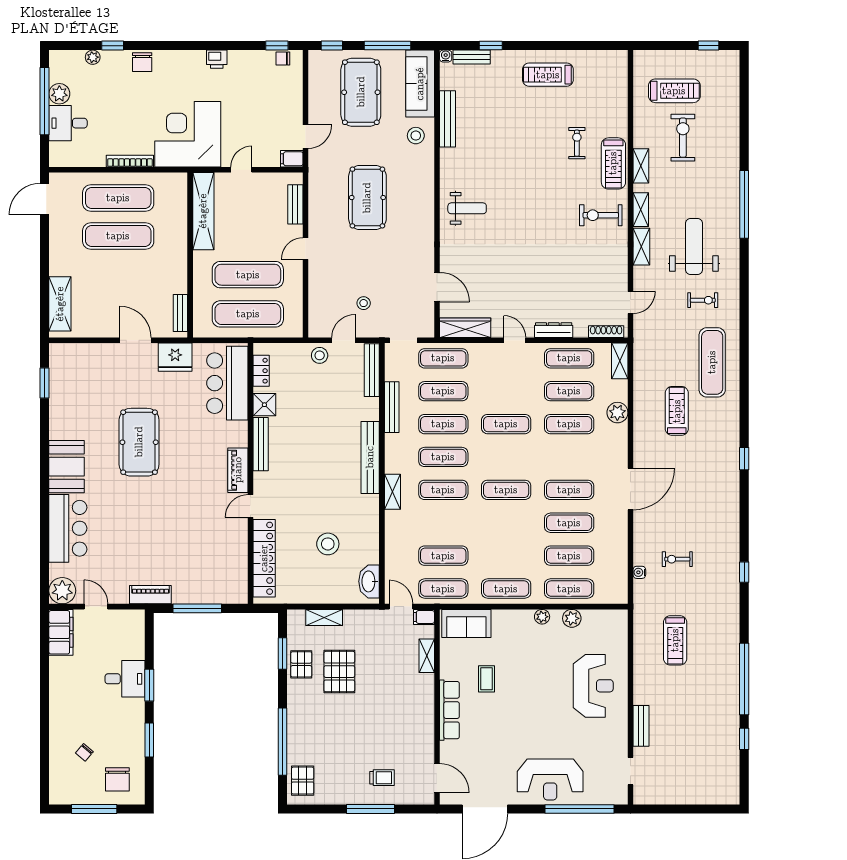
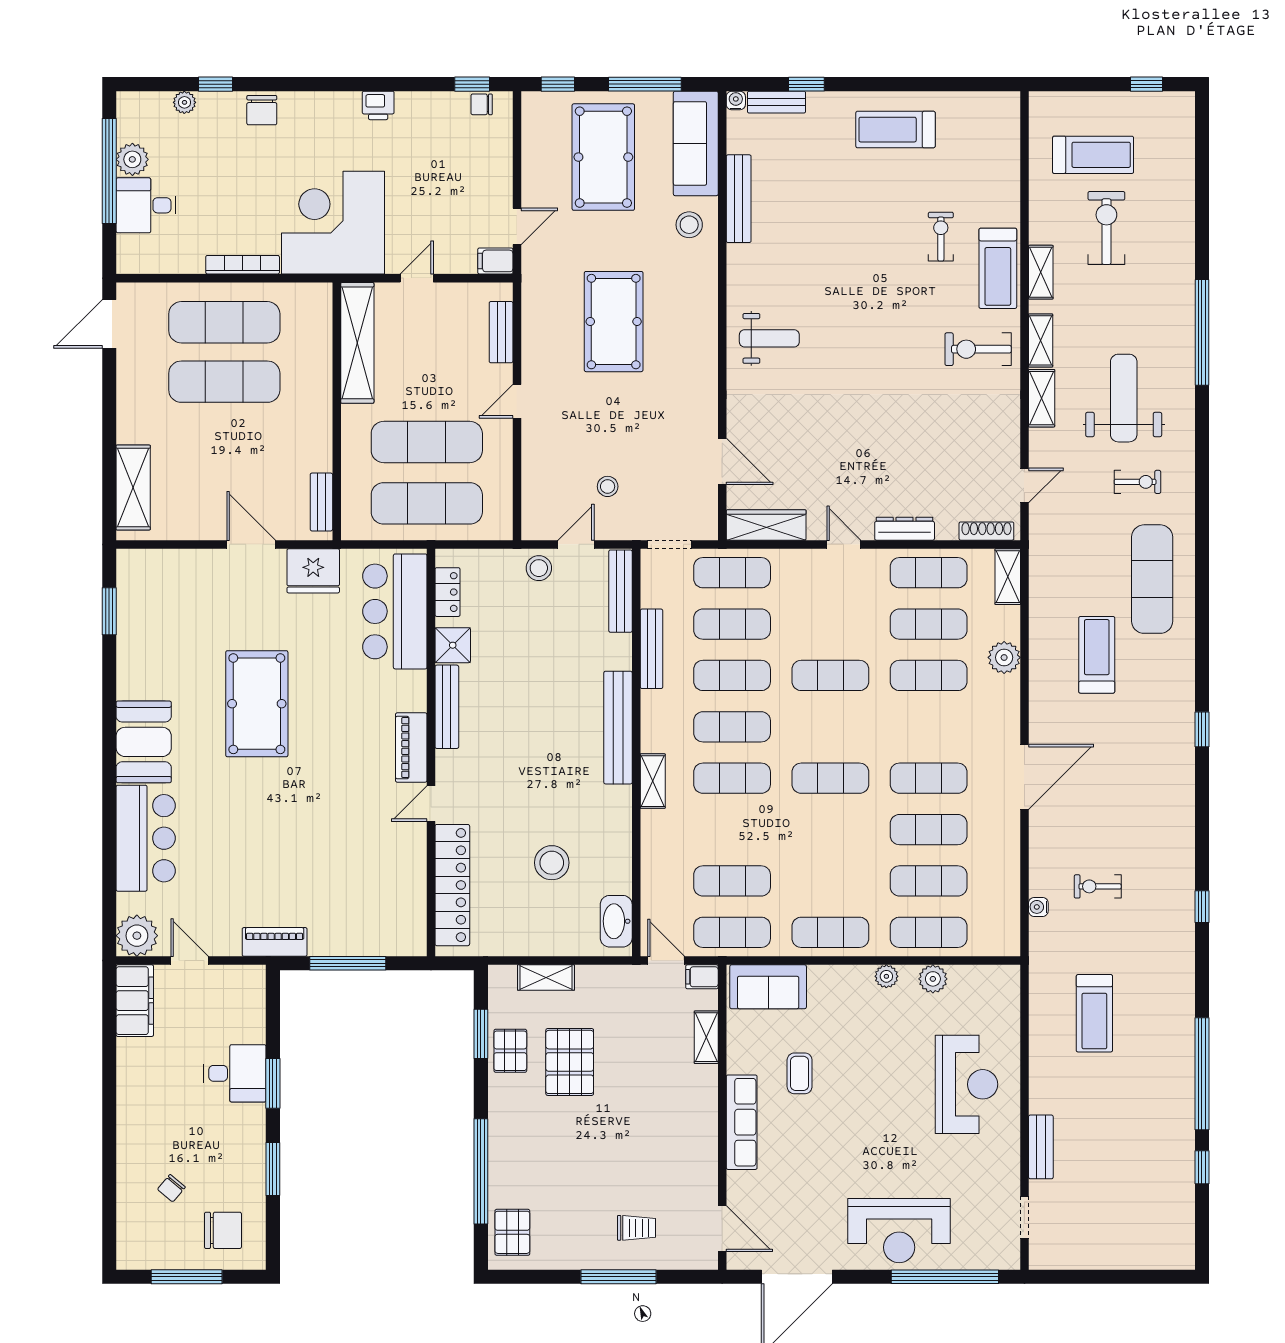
chair: (117, 779) -> (223, 1230), turned -90

